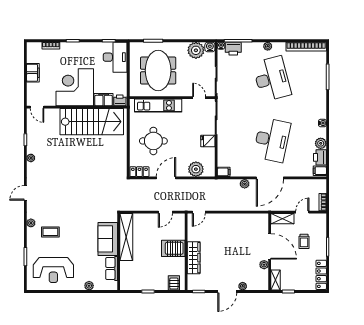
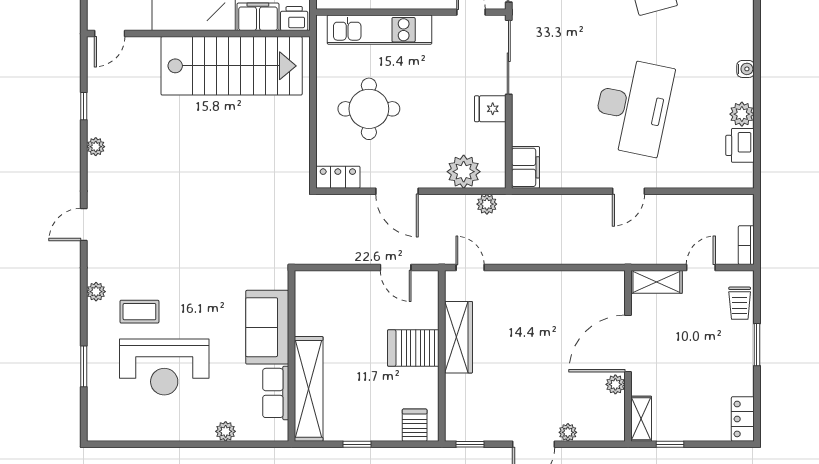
door: (37, 107) -> (110, 34), hinge flipped
filing cabinet: (320, 171) -> (740, 175), removed
filing cabinet: (224, 172) -> (526, 167), width x2.00
door: (166, 178) -> (397, 191), swing flipped
door: (270, 178) -> (628, 191), width x0.53
plant: (245, 184) -> (487, 204), moved
door: (165, 212) -> (396, 268), hinge flipped
door: (199, 212) -> (470, 268), swing flipped
shelving: (126, 237) -> (309, 389), moved
trolley: (304, 241) -> (740, 303), moved
door: (270, 246) -> (628, 344), swing flipped
wardrobe: (194, 258) -> (459, 337), moved
reception desk: (53, 270) -> (164, 367), moved
locker: (321, 275) -> (743, 419), width x0.66

